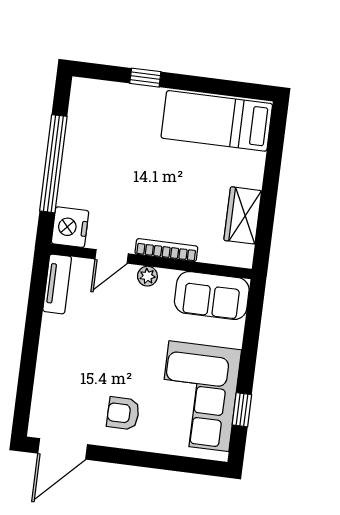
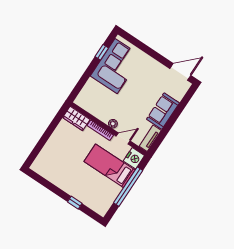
bed: (217, 121) -> (109, 166), moved, turned 180
wardrobe: (243, 215) -> (76, 118), moved, turned 90
sofa: (212, 295) -> (163, 111), moved, turned -90
armchair: (123, 413) -> (149, 74), removed

